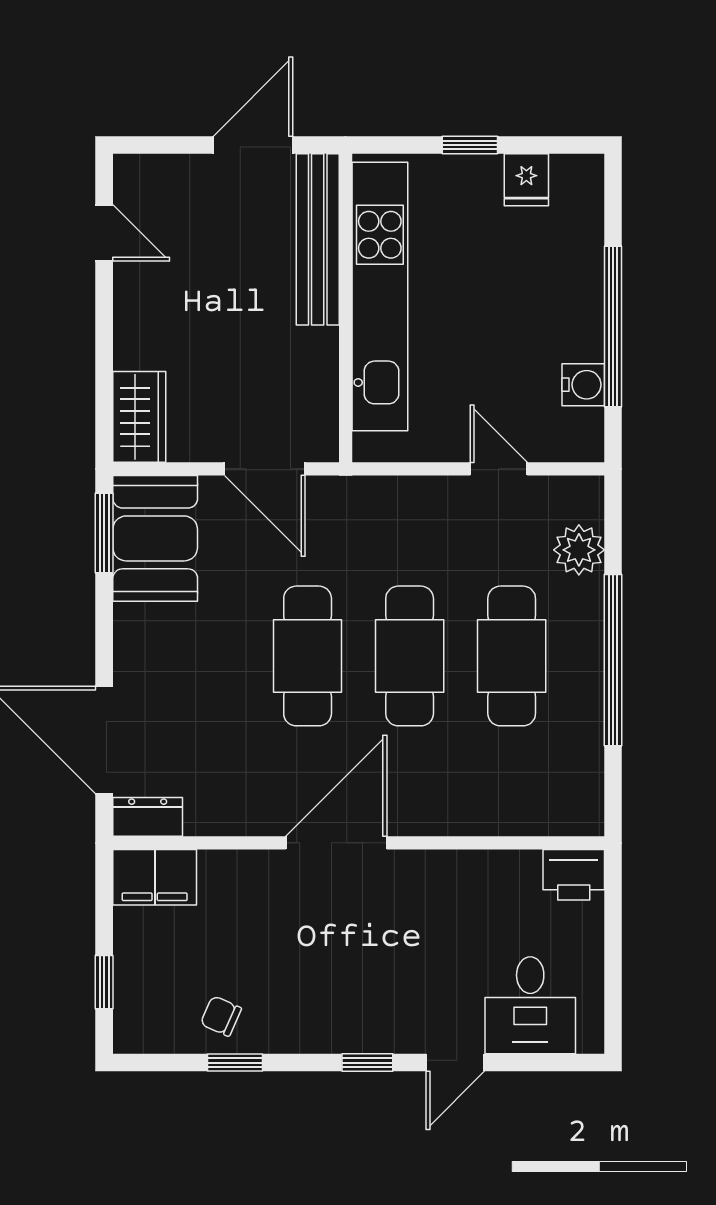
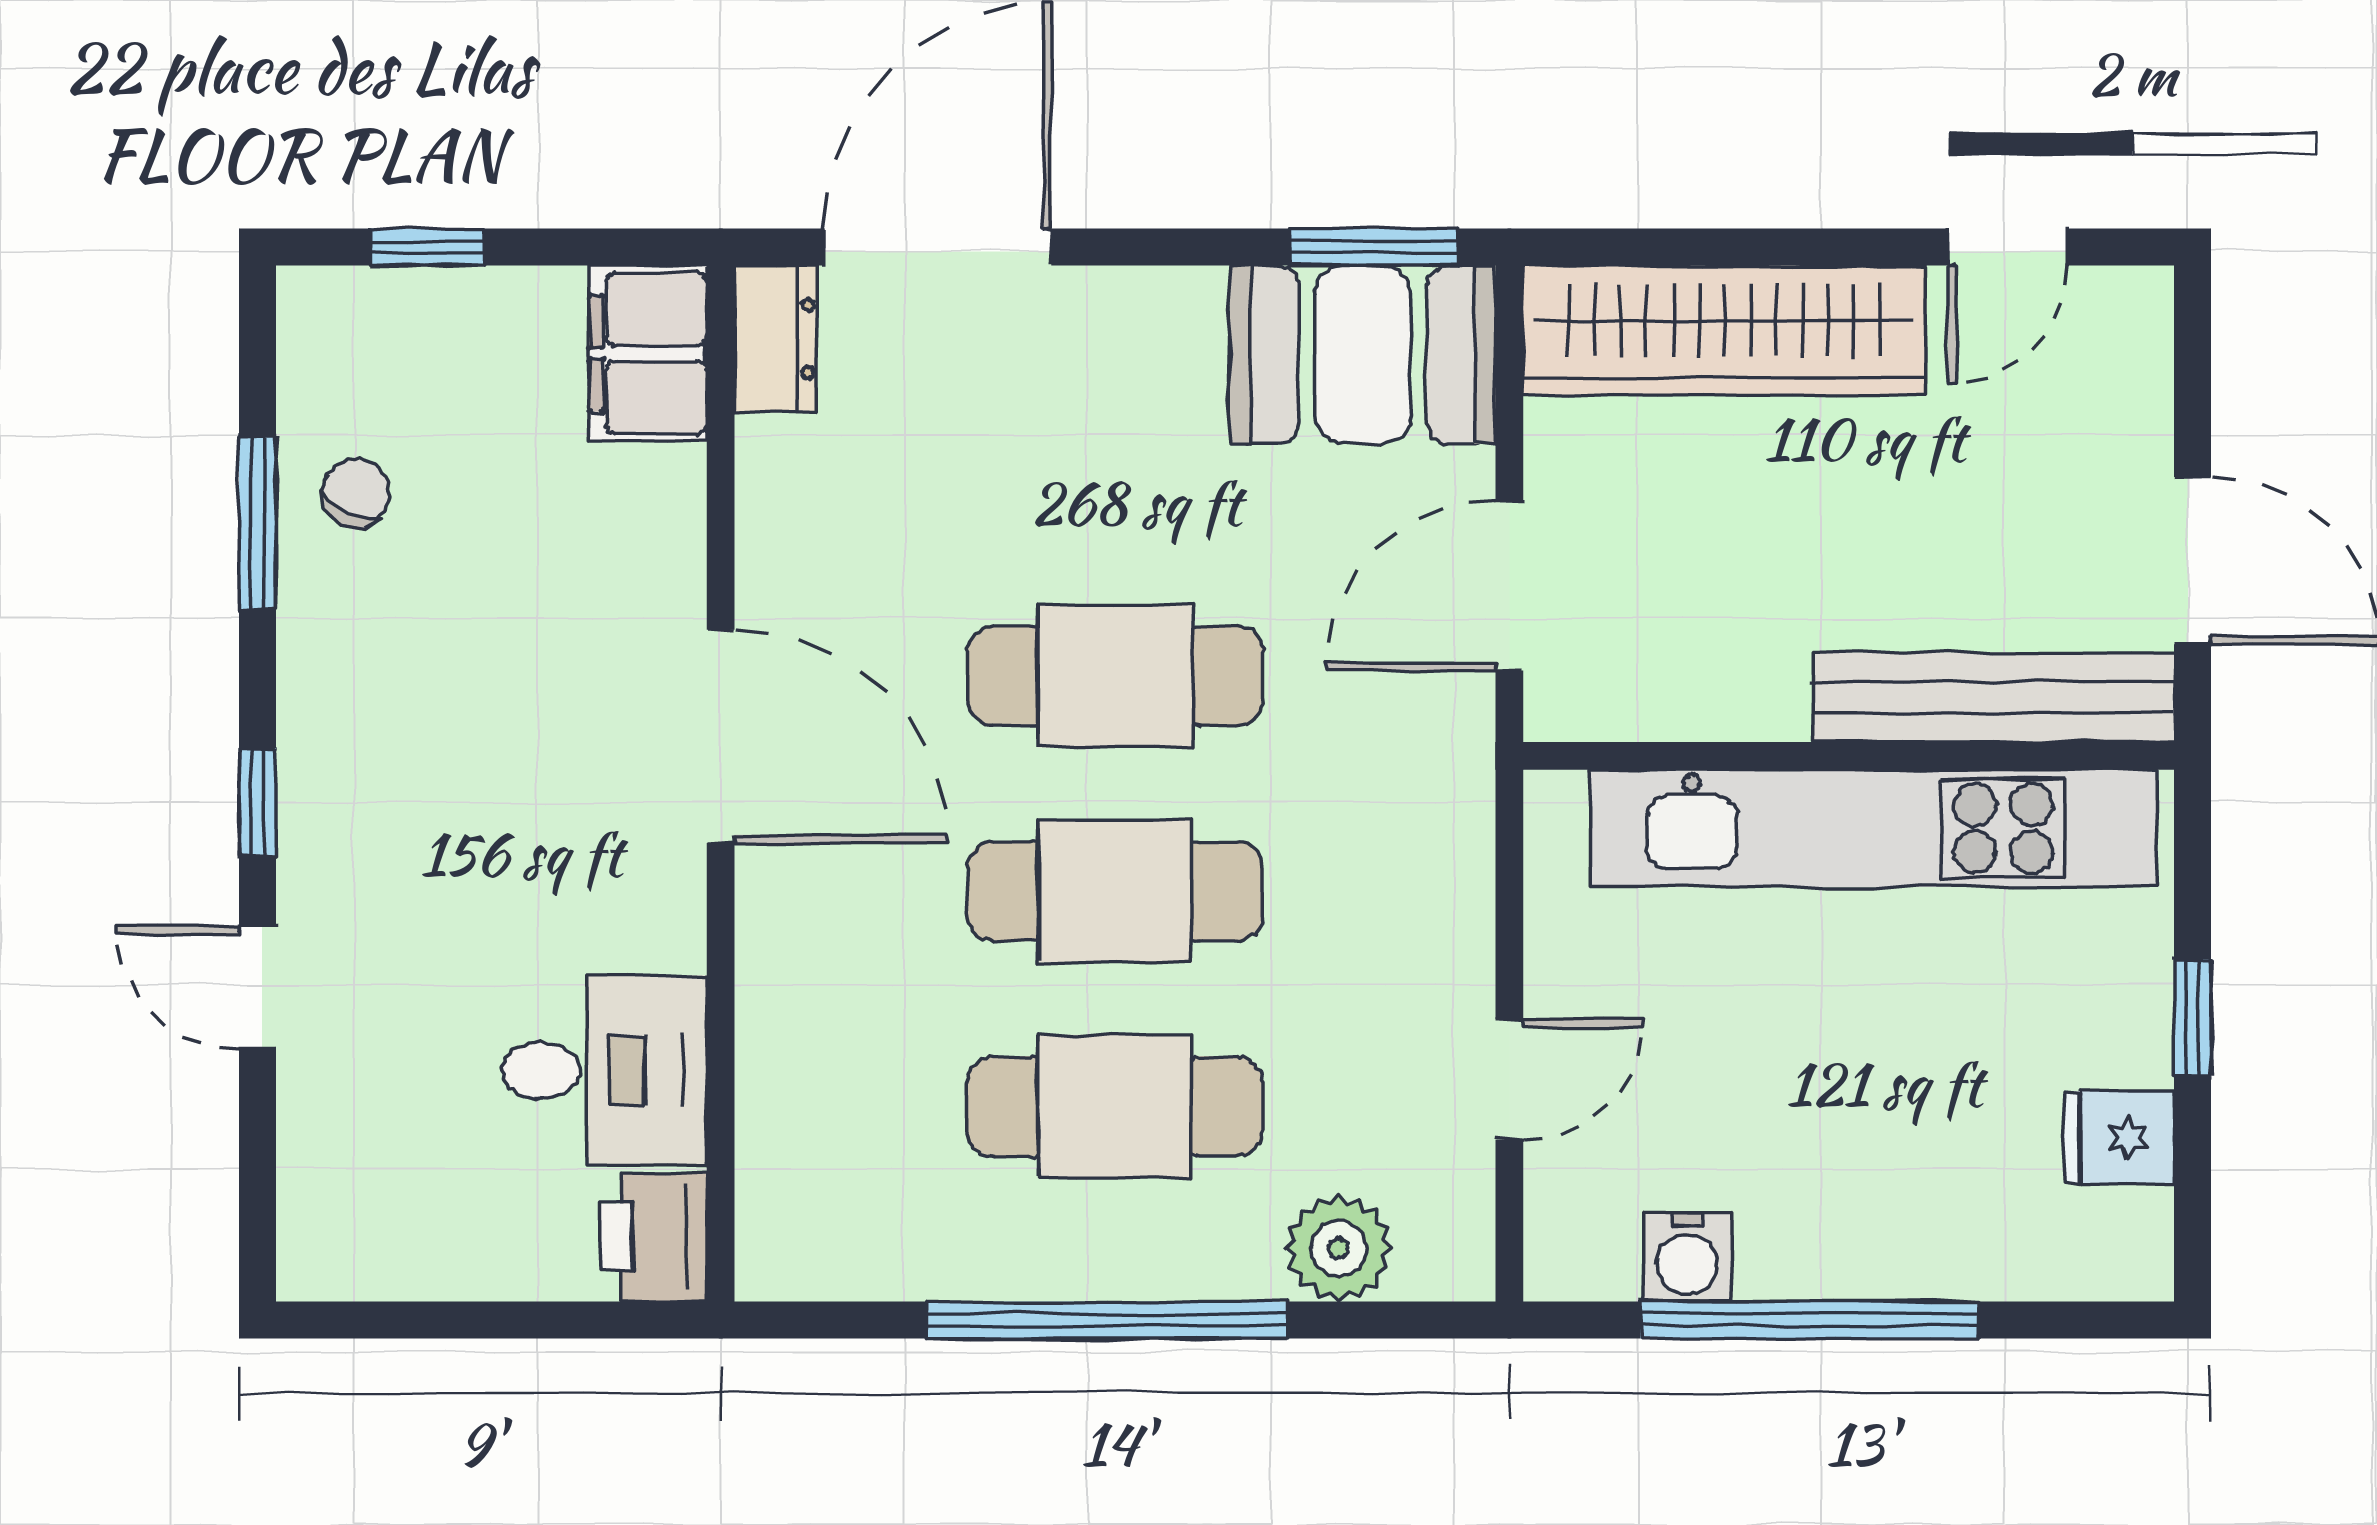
wardrobe: (139, 417) -> (1725, 331), width x2.10, depth x1.17
desk: (530, 1005) -> (604, 1070), moved, turned 180
window: (235, 1063) -> (258, 523), width x1.50

